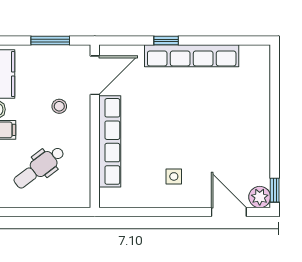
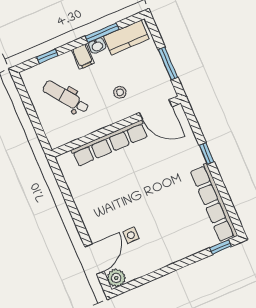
row of seats: (192, 56) -> (214, 203), moved
side table: (174, 176) -> (131, 235), moved
window: (275, 190) -> (220, 247), moved

